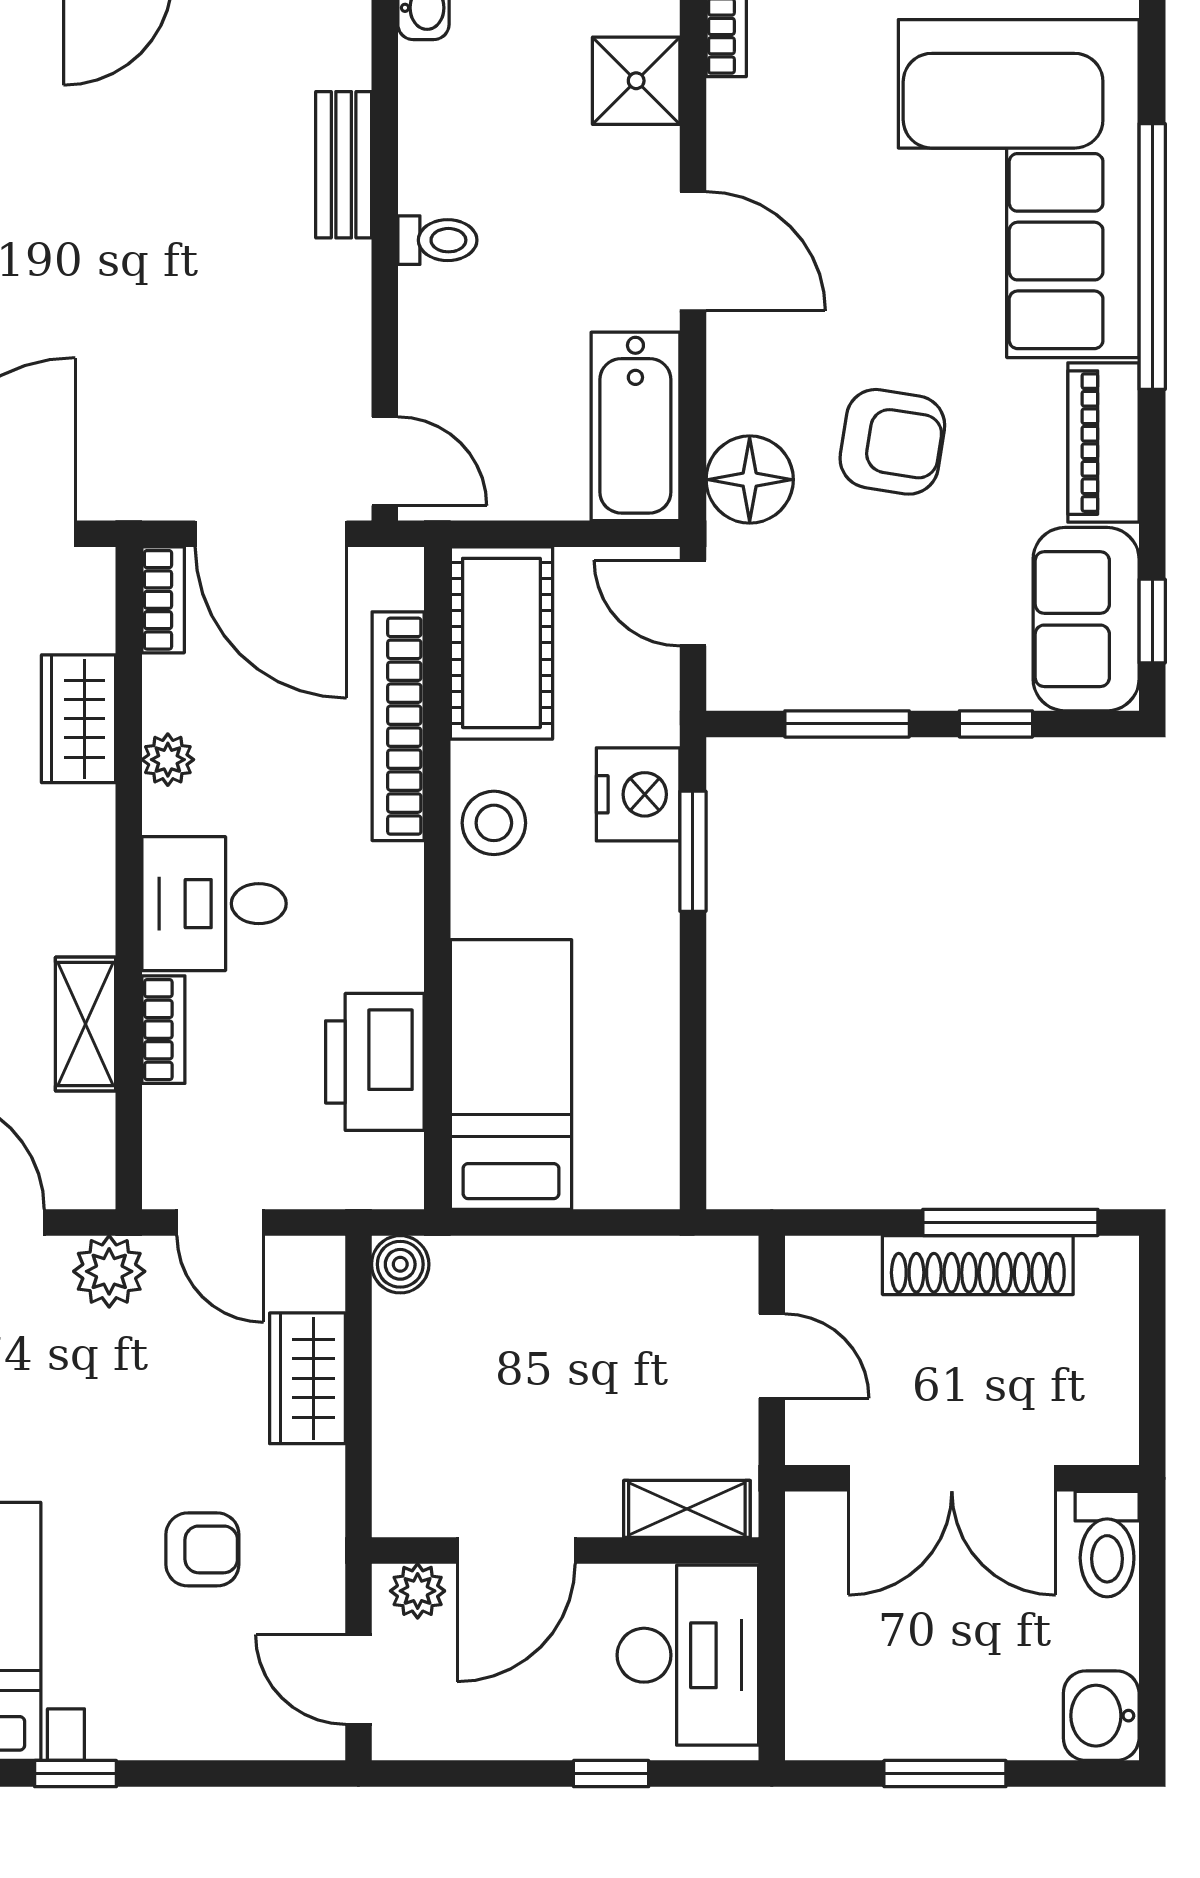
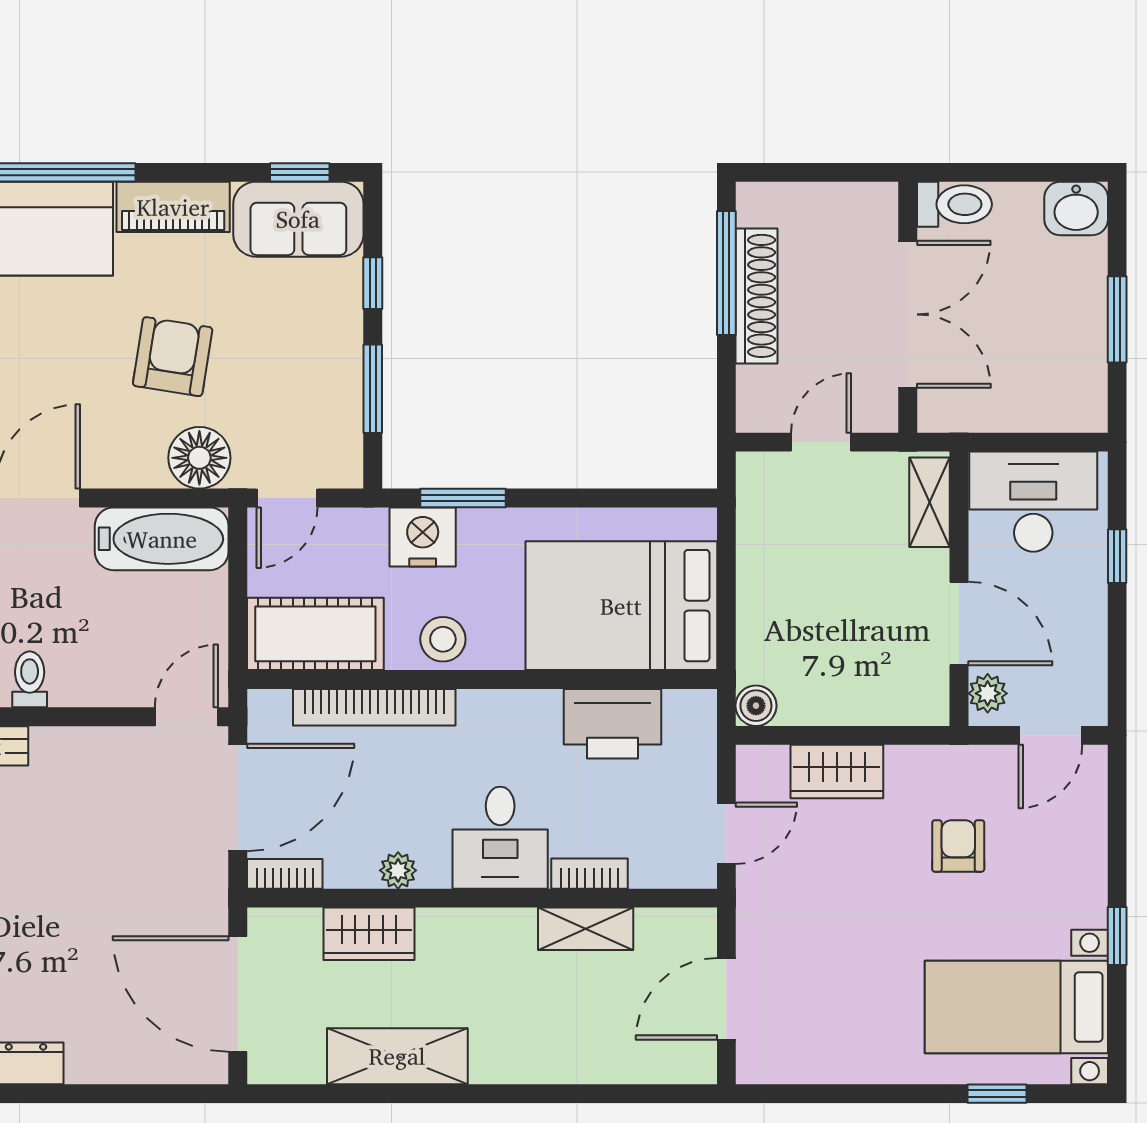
bed: (511, 1075) -> (621, 606), width x1.50
plant: (109, 1271) -> (761, 912), removed

